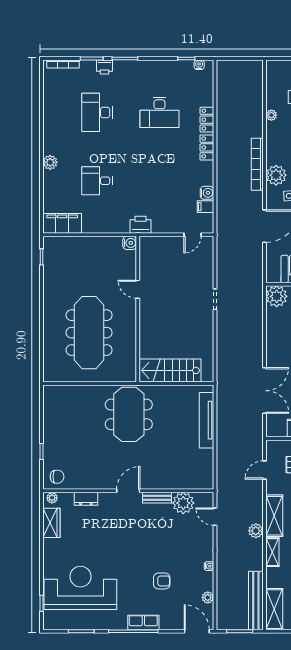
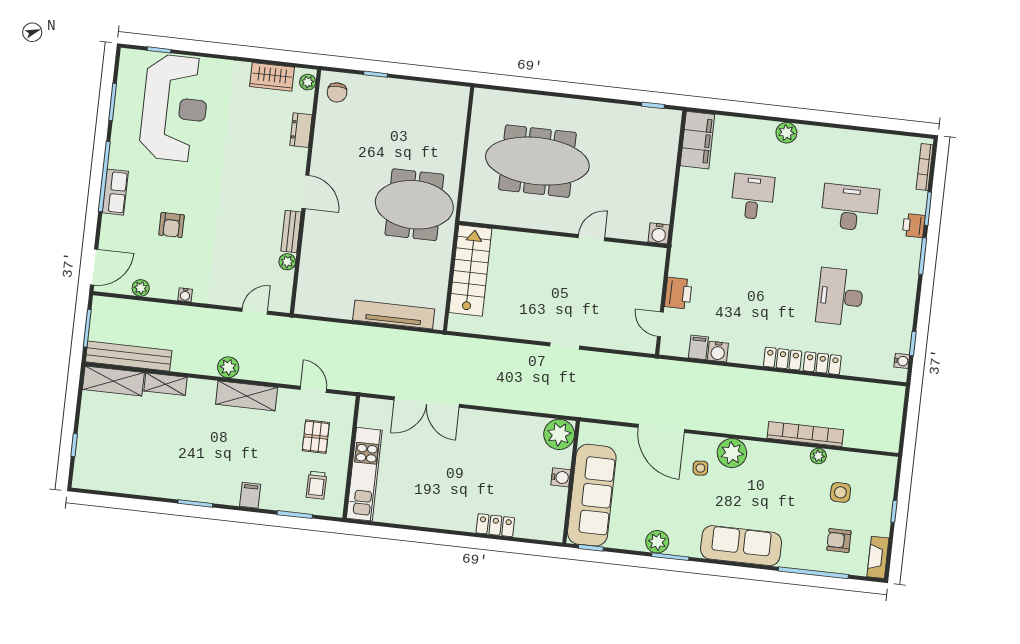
bookcase: (257, 164) -> (805, 434), moved
printer: (141, 225) -> (678, 293), moved
plant: (183, 503) -> (287, 262), width x0.53, depth x0.53
shelving: (272, 552) -> (166, 384), moved

